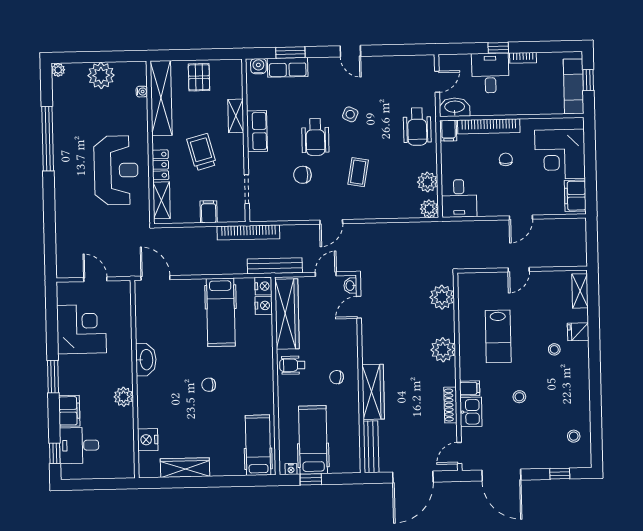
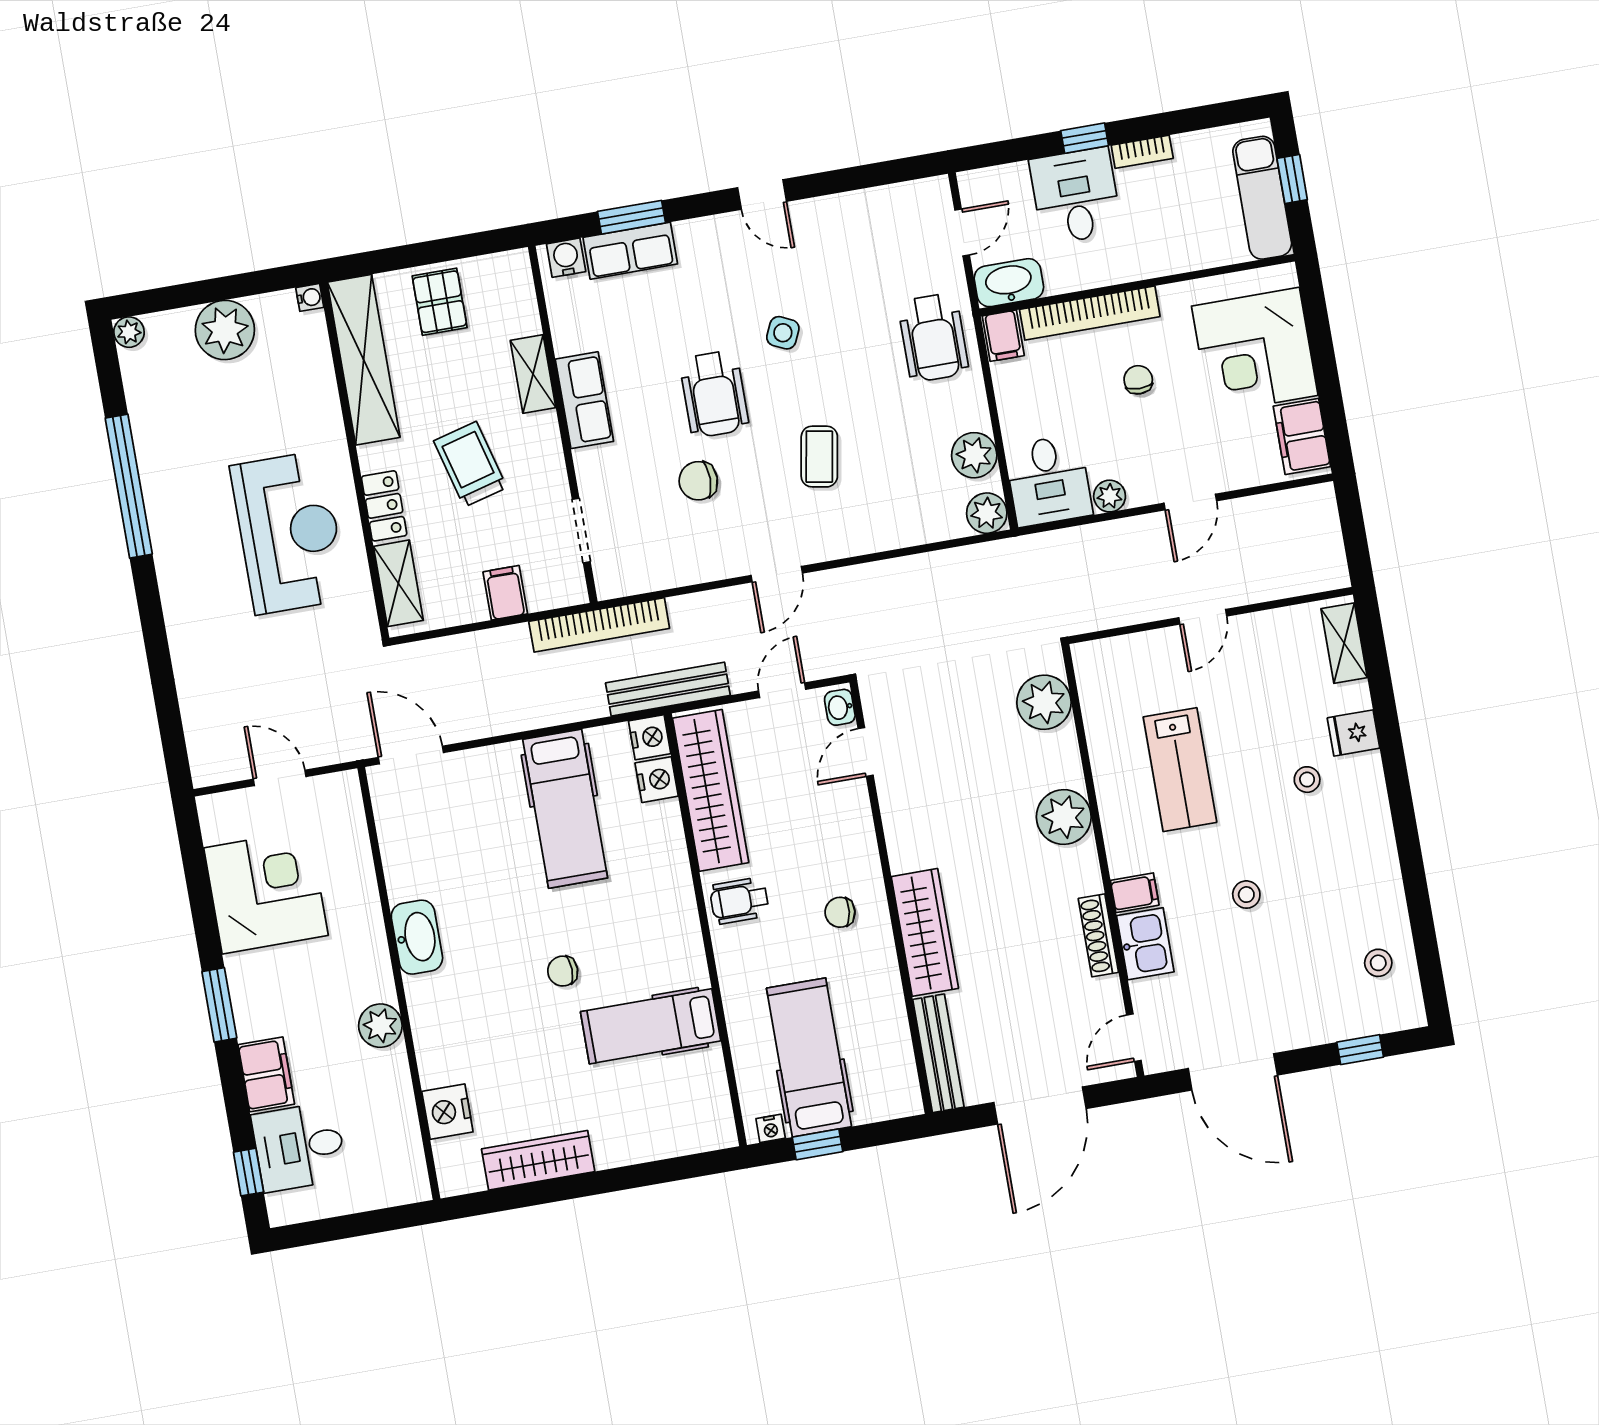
water cooler: (142, 92) -> (310, 297), moved
plant: (485, 209) -> (1110, 496), added
hospital bed: (258, 445) -> (651, 1026), moved, turned -90

